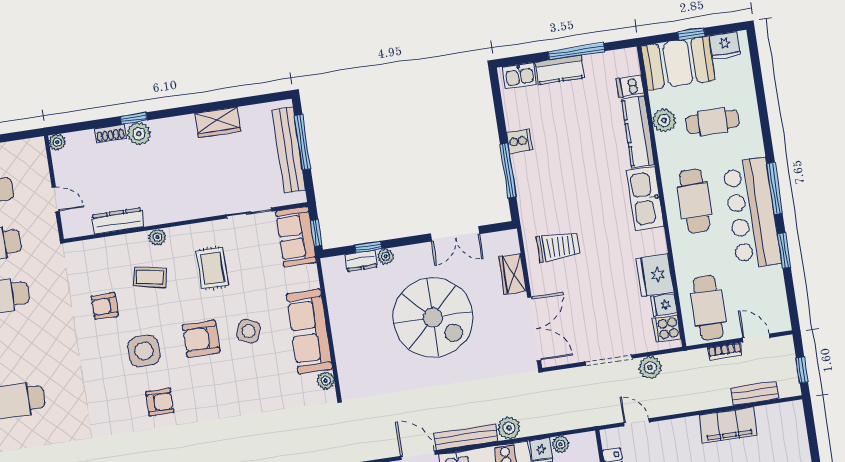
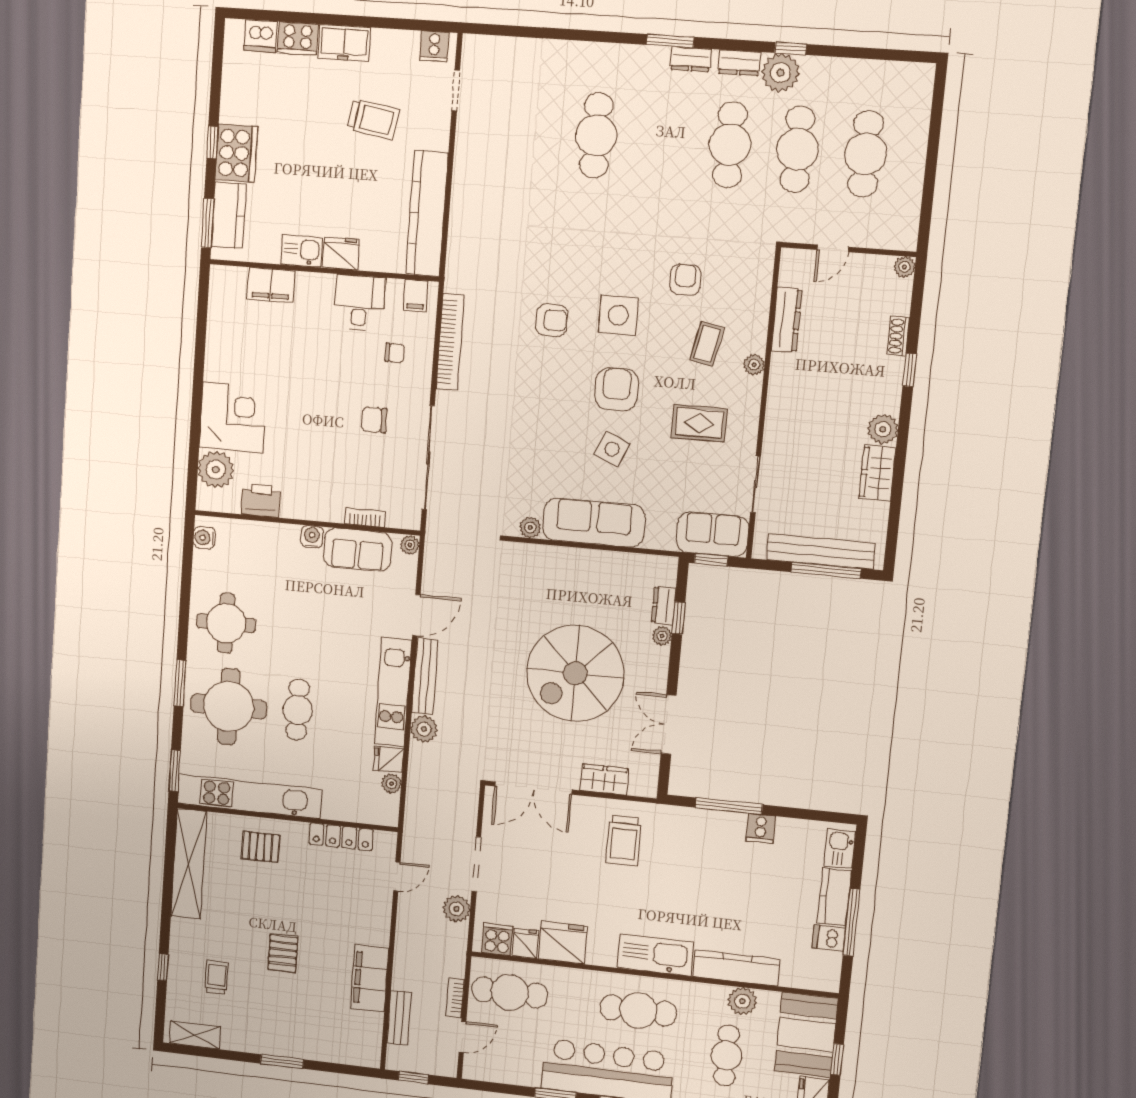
dishwasher: (630, 86) -> (829, 938), moved, turned -90
plant: (139, 134) -> (883, 429), moved
armchair: (160, 402) -> (552, 320), turned -90

